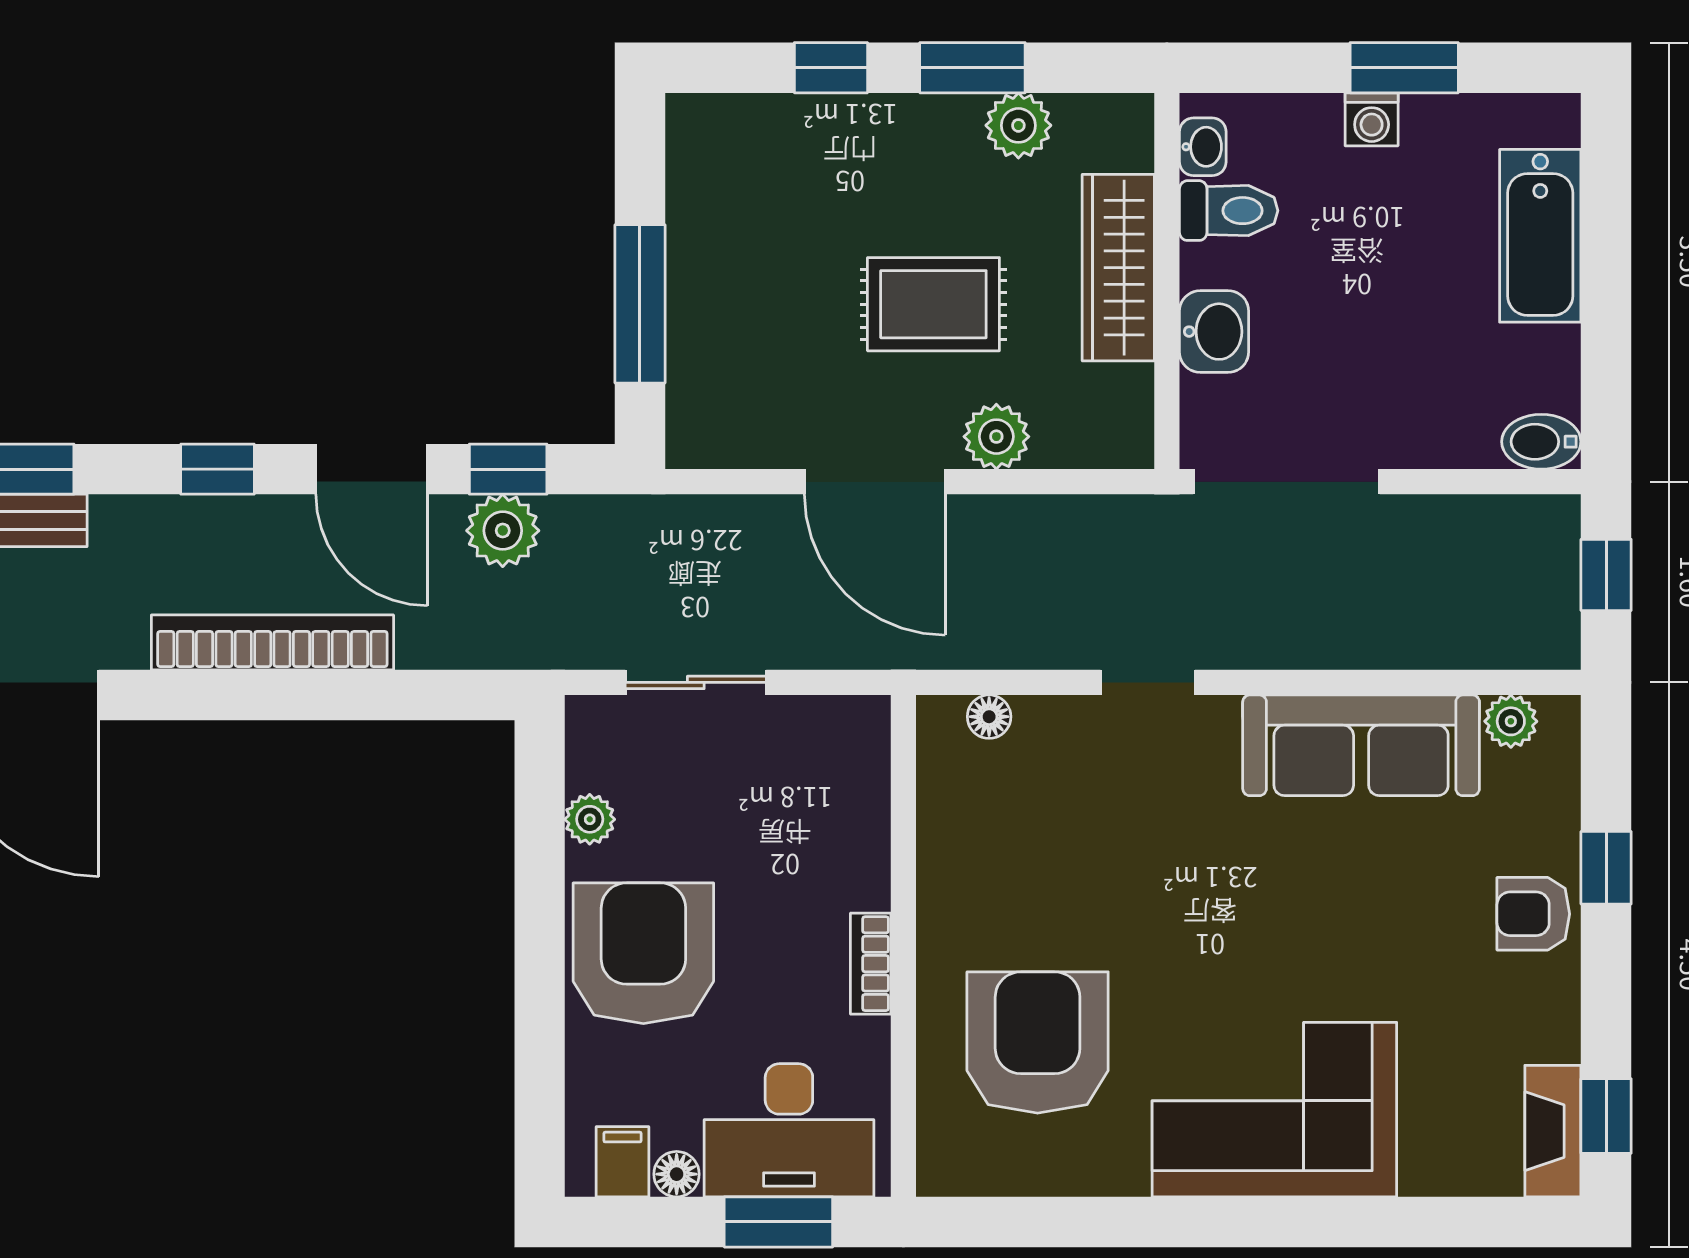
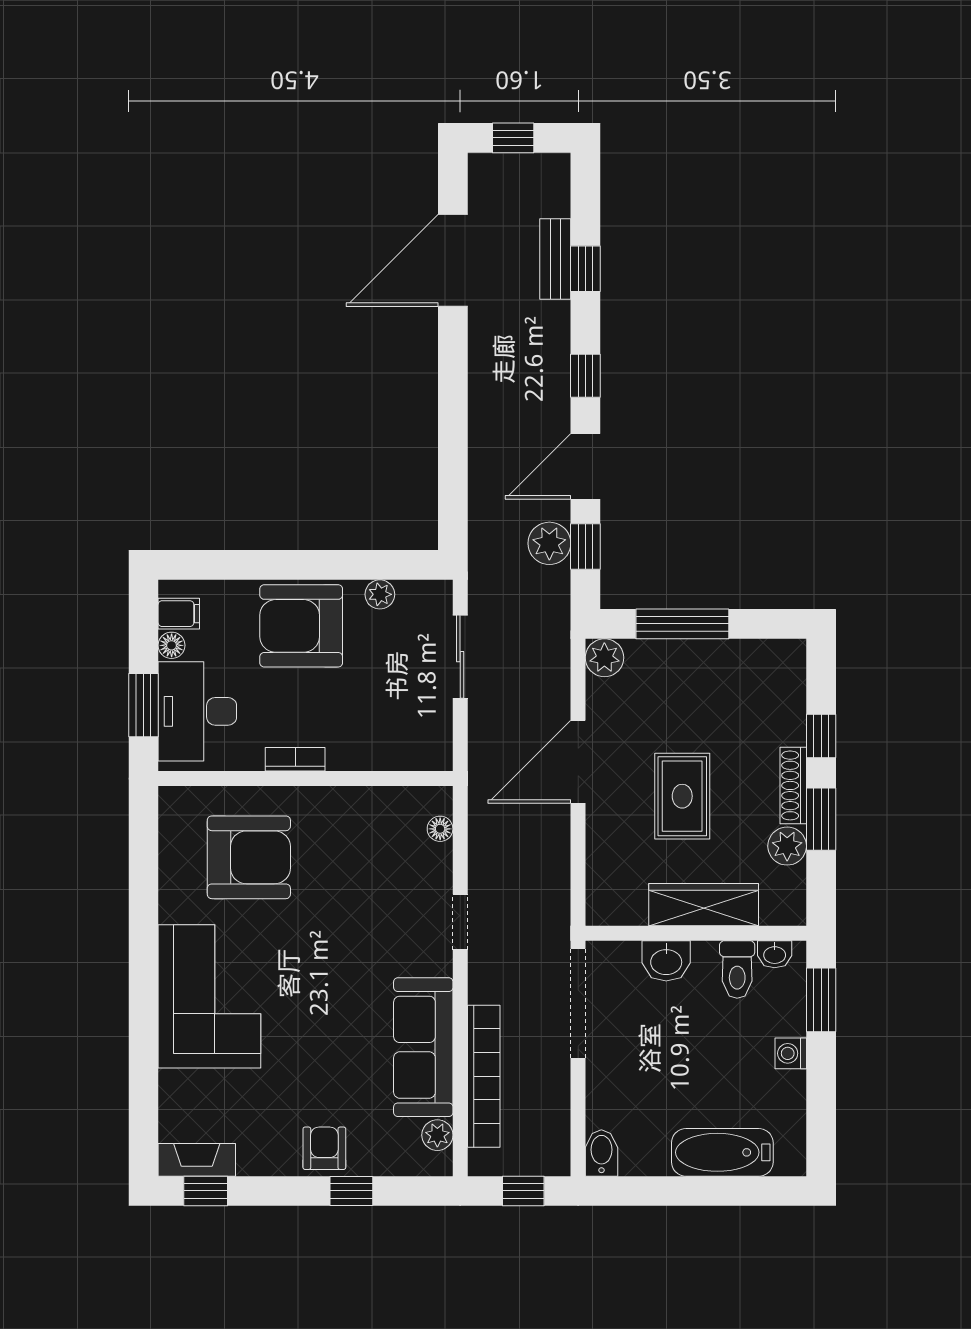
window: (1404, 68) -> (821, 1000), moved
shoe rack: (915, 115) -> (793, 785), added
plant: (996, 437) -> (604, 658), moved
bookcase: (272, 642) -> (484, 1076), moved
armchair: (643, 953) -> (301, 626), turned 180

